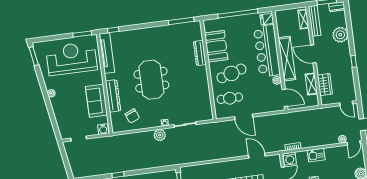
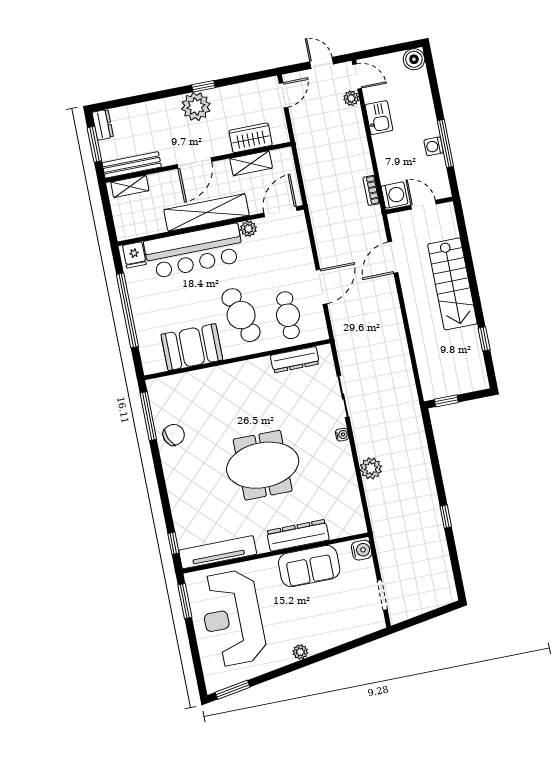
plant: (340, 35) -> (196, 106), moved
dresser: (200, 53) -> (295, 360), moved
chair: (132, 116) -> (174, 435), moved
plant: (160, 135) -> (371, 468), moved
kitchen sink: (316, 155) -> (379, 118), moved

